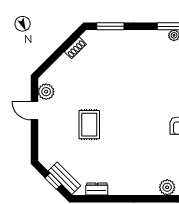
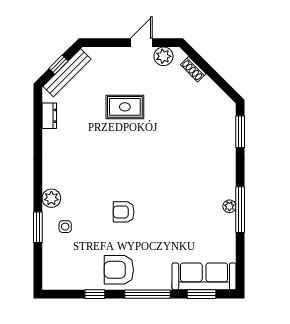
shoe rack: (75, 48) -> (193, 69), moved
bench: (64, 178) -> (67, 73), width x1.36

